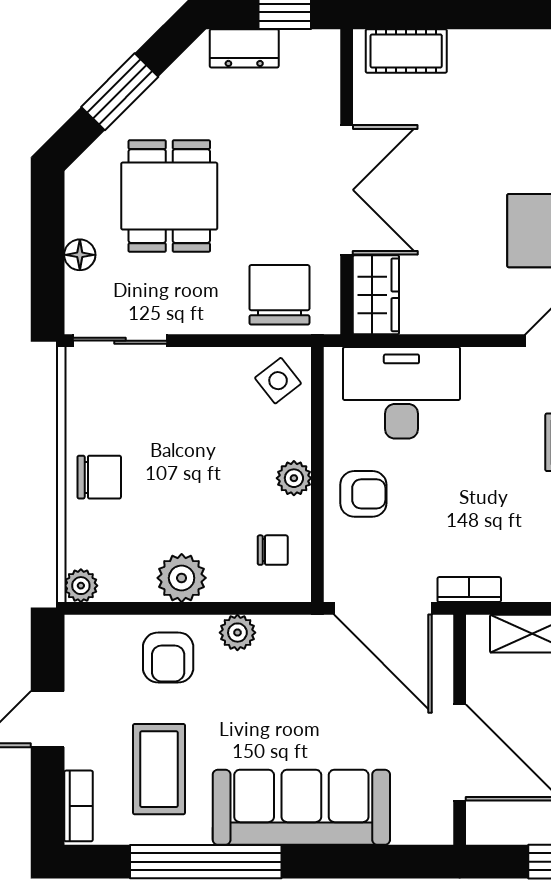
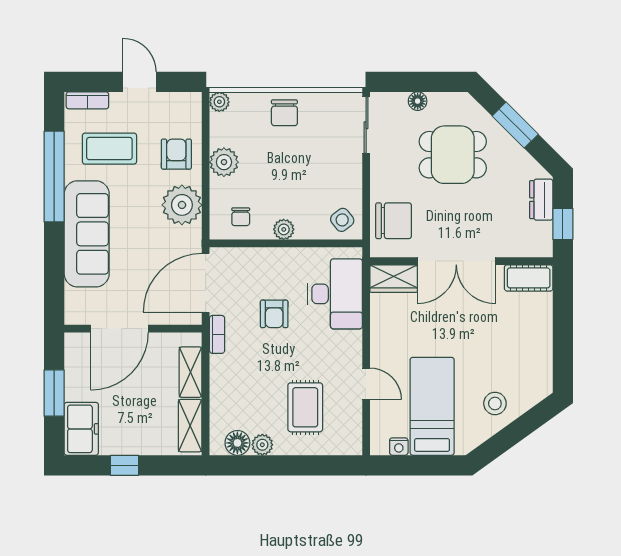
cot: (406, 51) -> (529, 278), moved, turned 90
armchair: (363, 494) -> (274, 314), moved
plant: (237, 633) -> (182, 205), width x1.87, depth x1.87
armchair: (168, 657) -> (176, 154), turned 90

